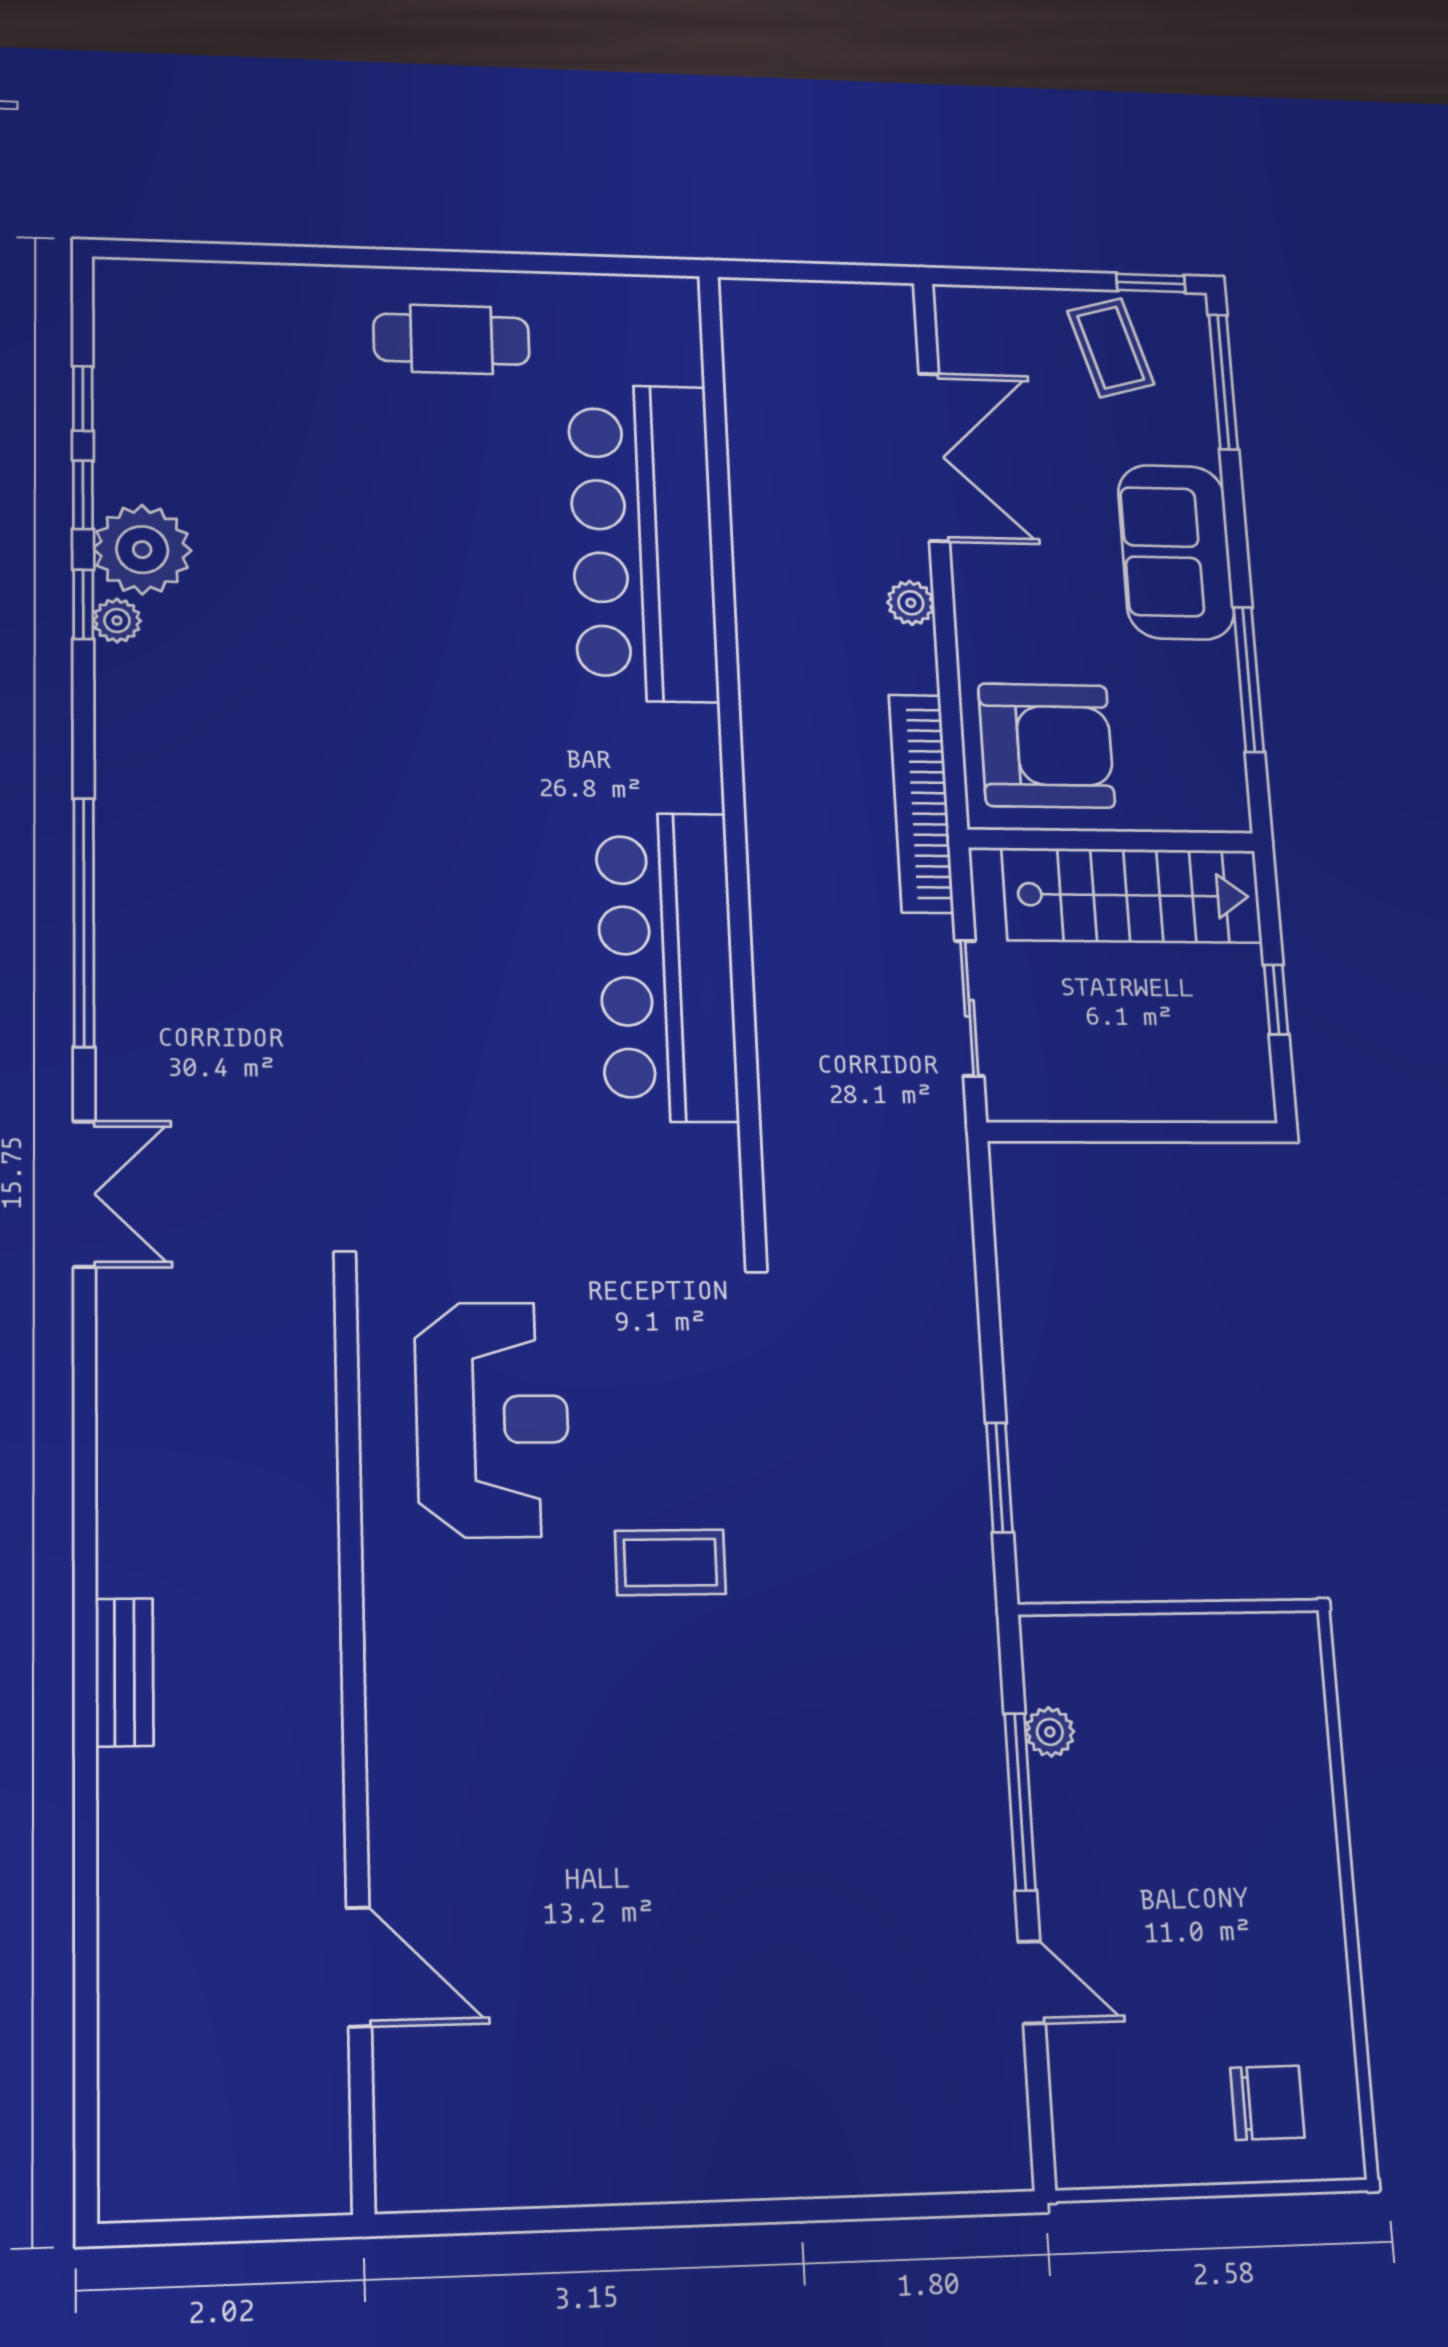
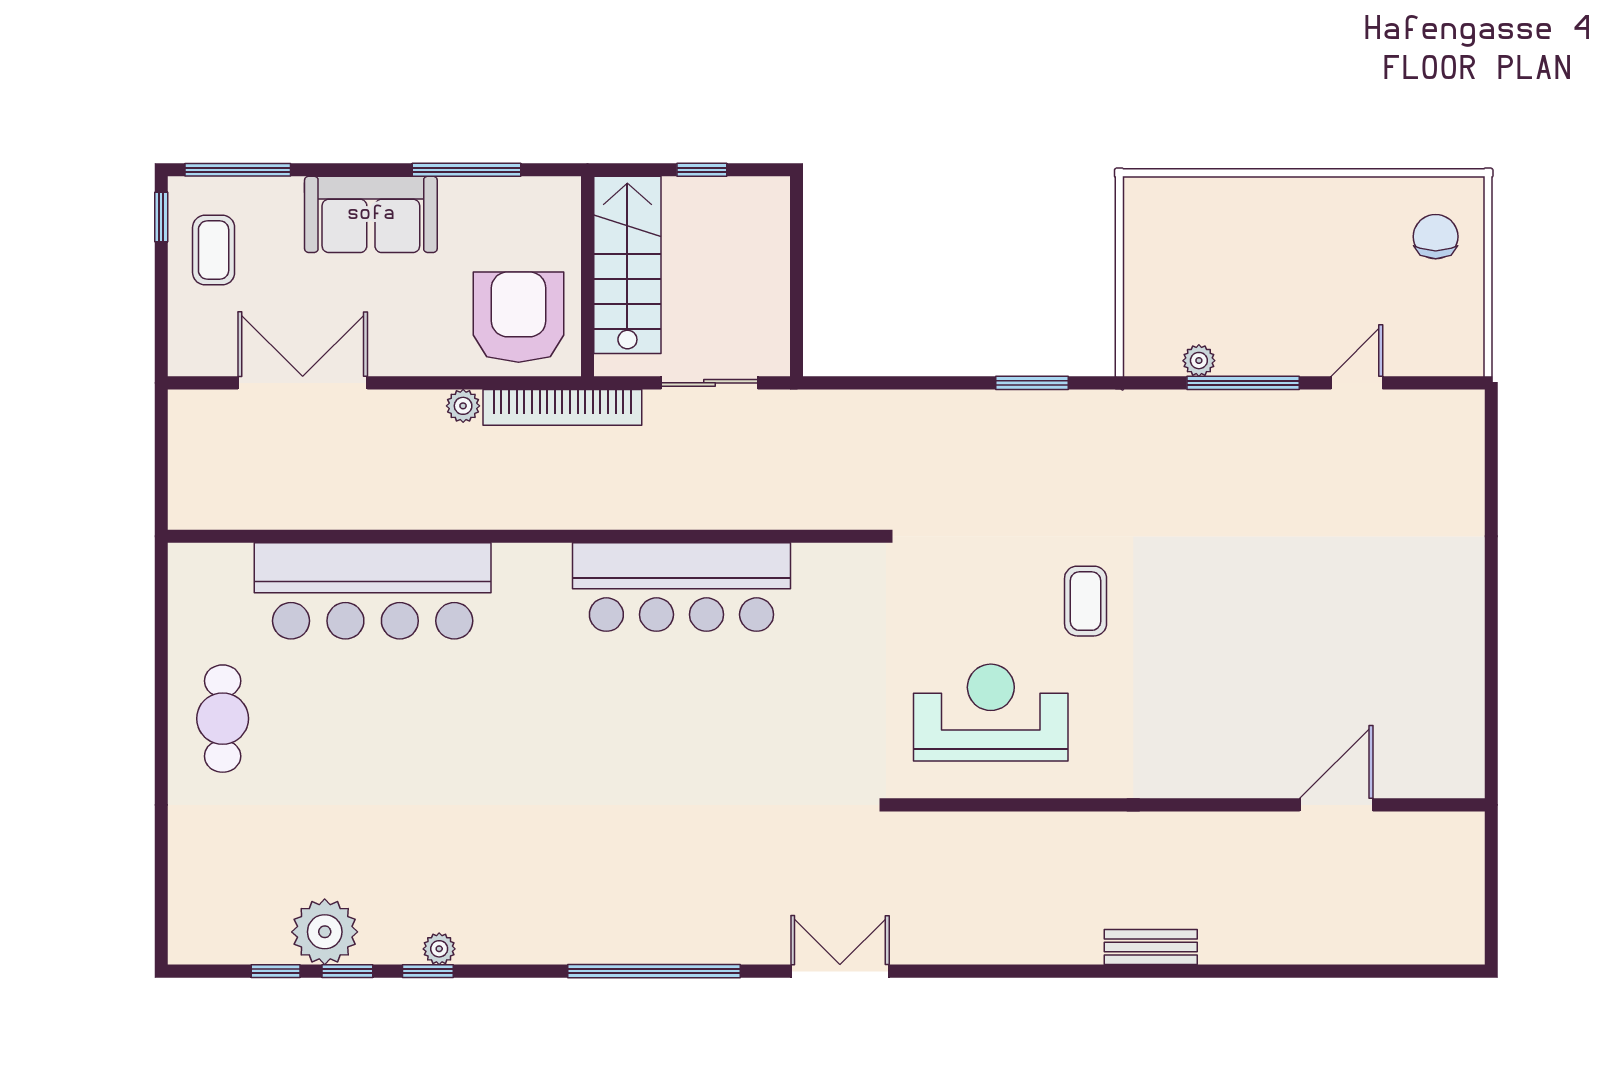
coffee table: (1111, 348) -> (214, 250), turned -74
plant: (142, 550) -> (325, 932), moved
plant: (911, 603) -> (463, 406), moved

